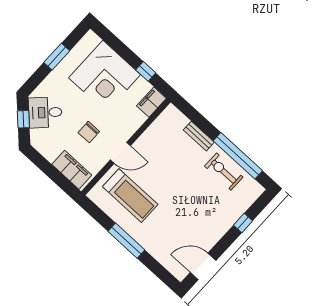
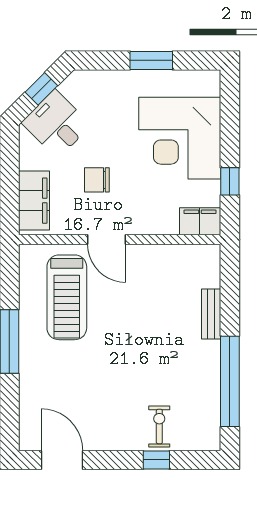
desk: (45, 112) -> (56, 124), moved
exercise bike: (224, 172) -> (159, 426), moved, width x0.73, depth x0.72

